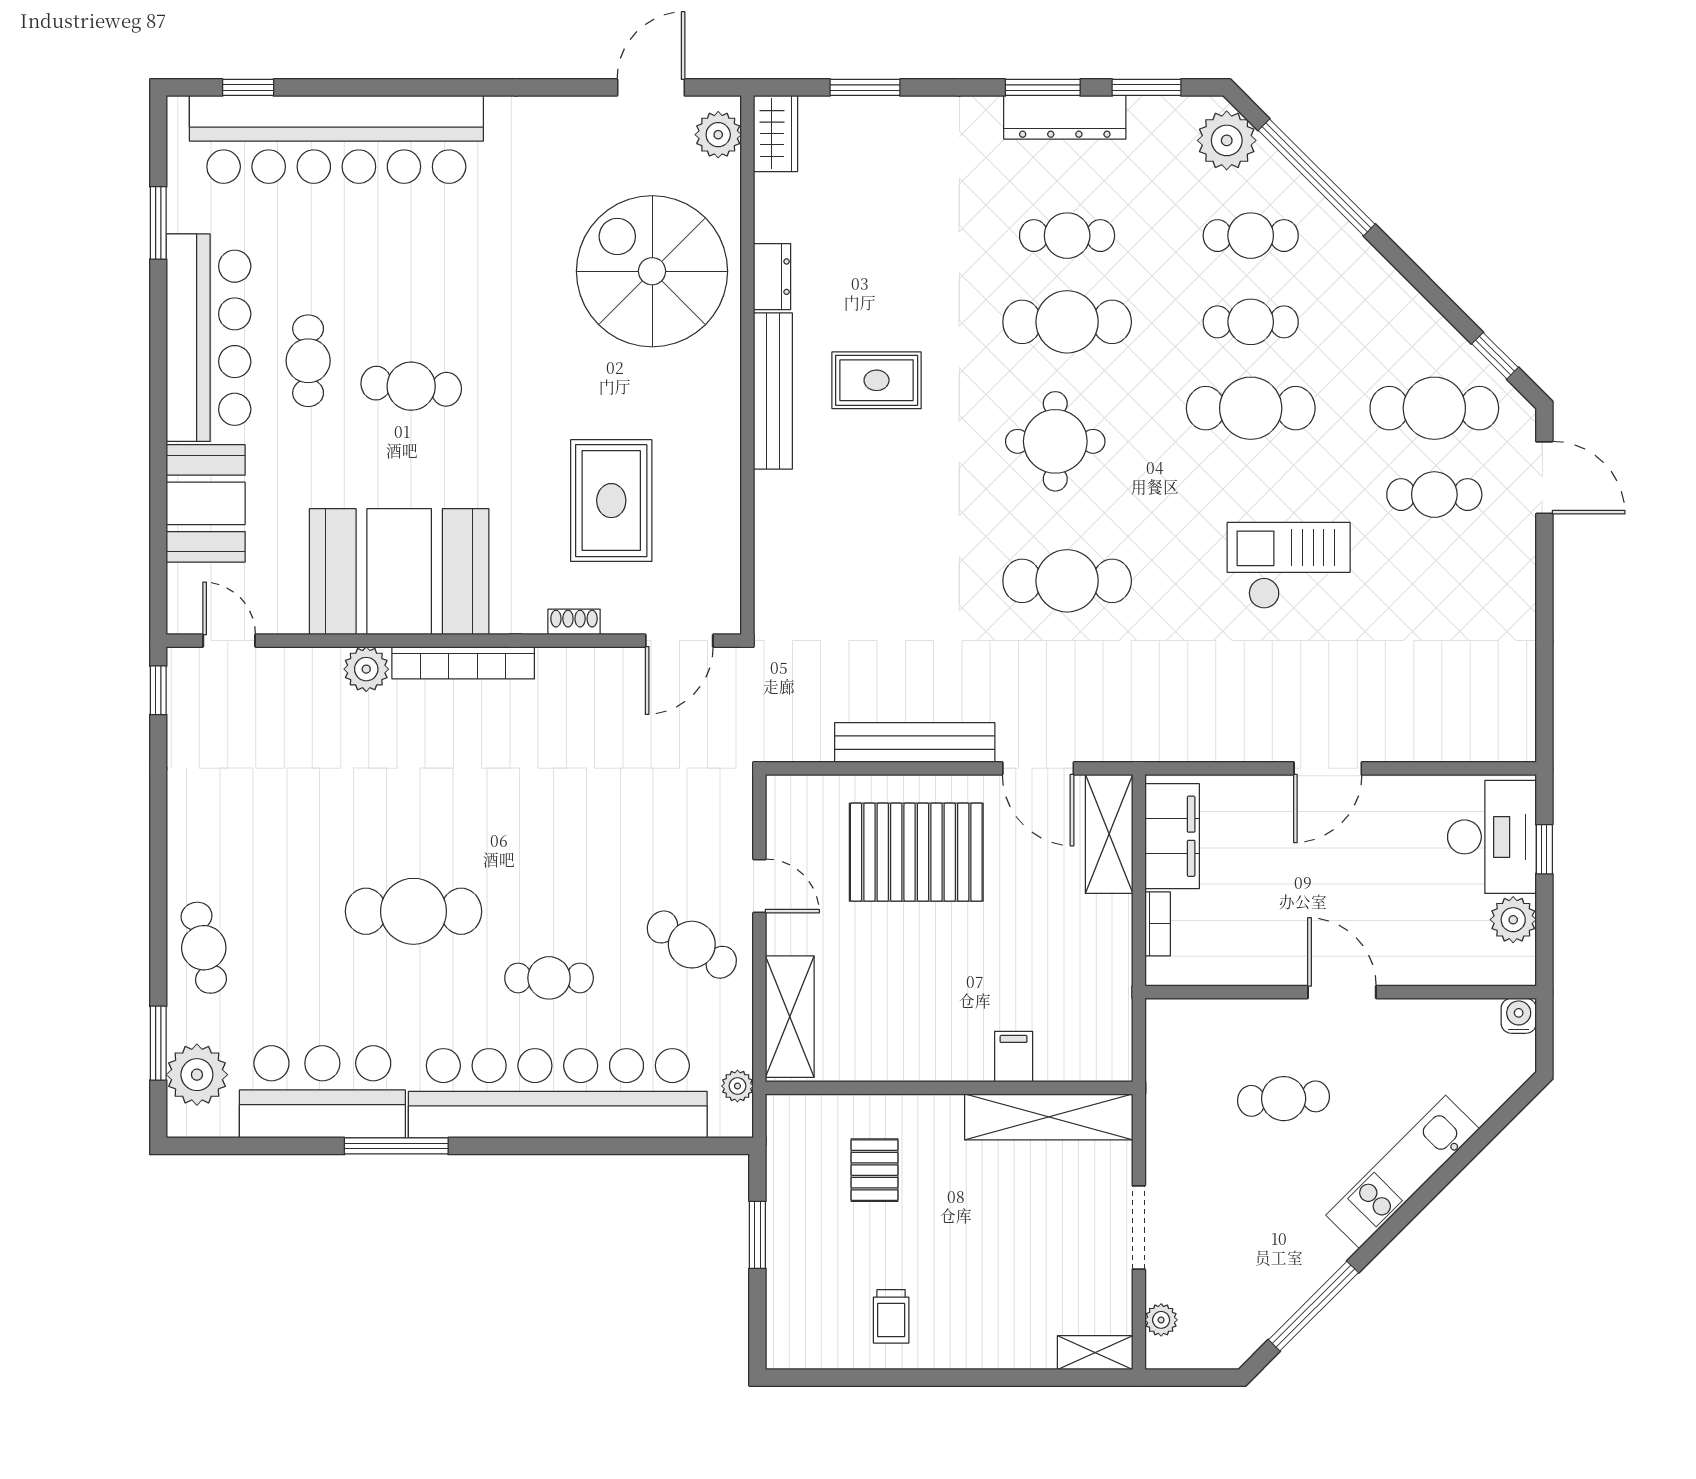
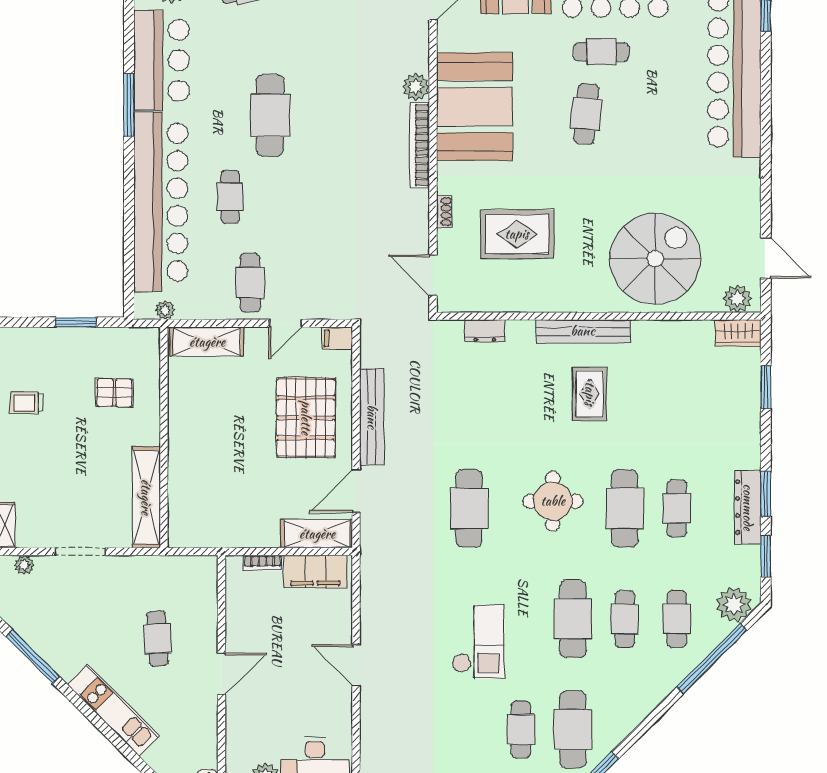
dresser: (772, 277) -> (485, 331), moved
cafe table: (692, 945) -> (250, 283), turned -31
filing cabinet: (1014, 1057) -> (337, 338), moved, turned 180

